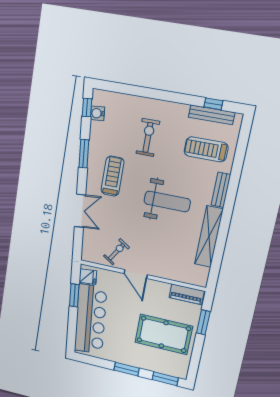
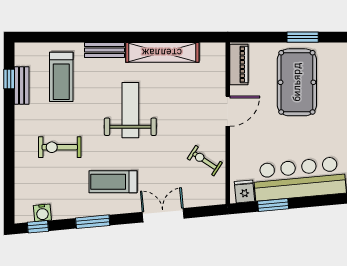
bench: (212, 115) -> (22, 85), width x0.73
door: (136, 274) -> (228, 111), moved
window: (203, 322) -> (303, 37), moved

